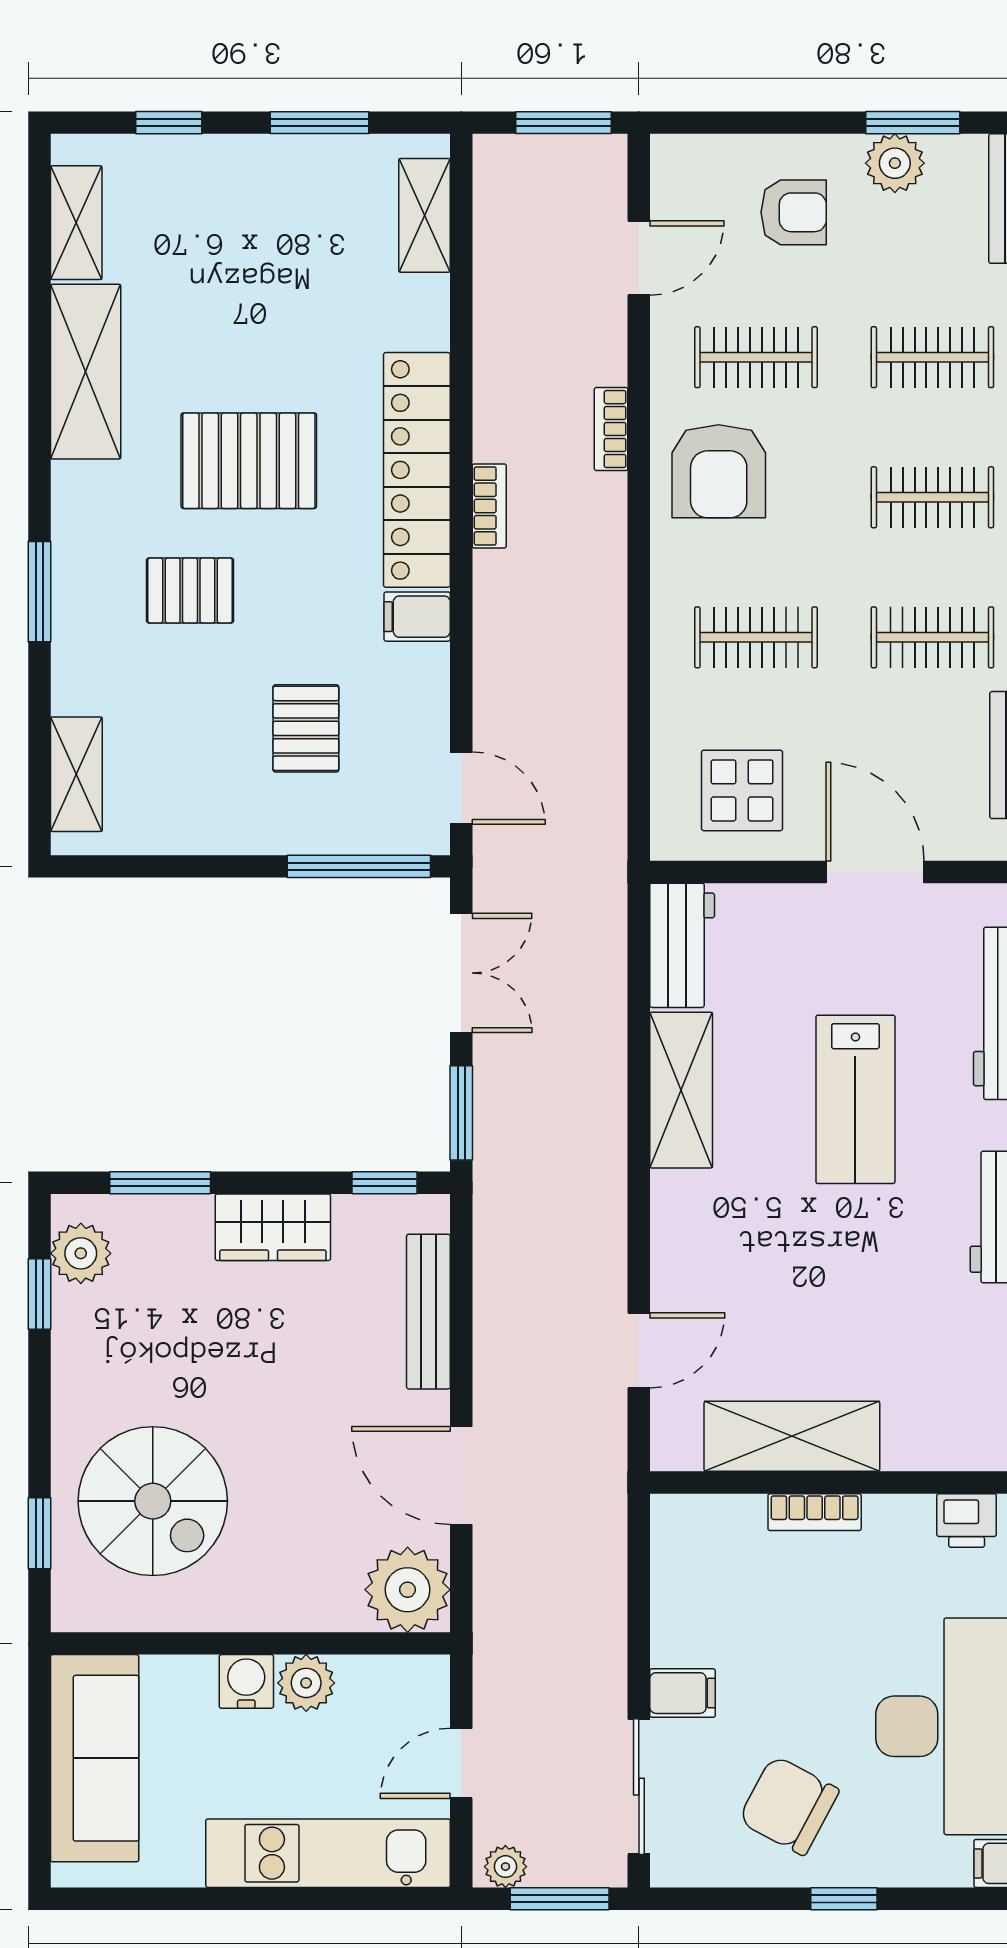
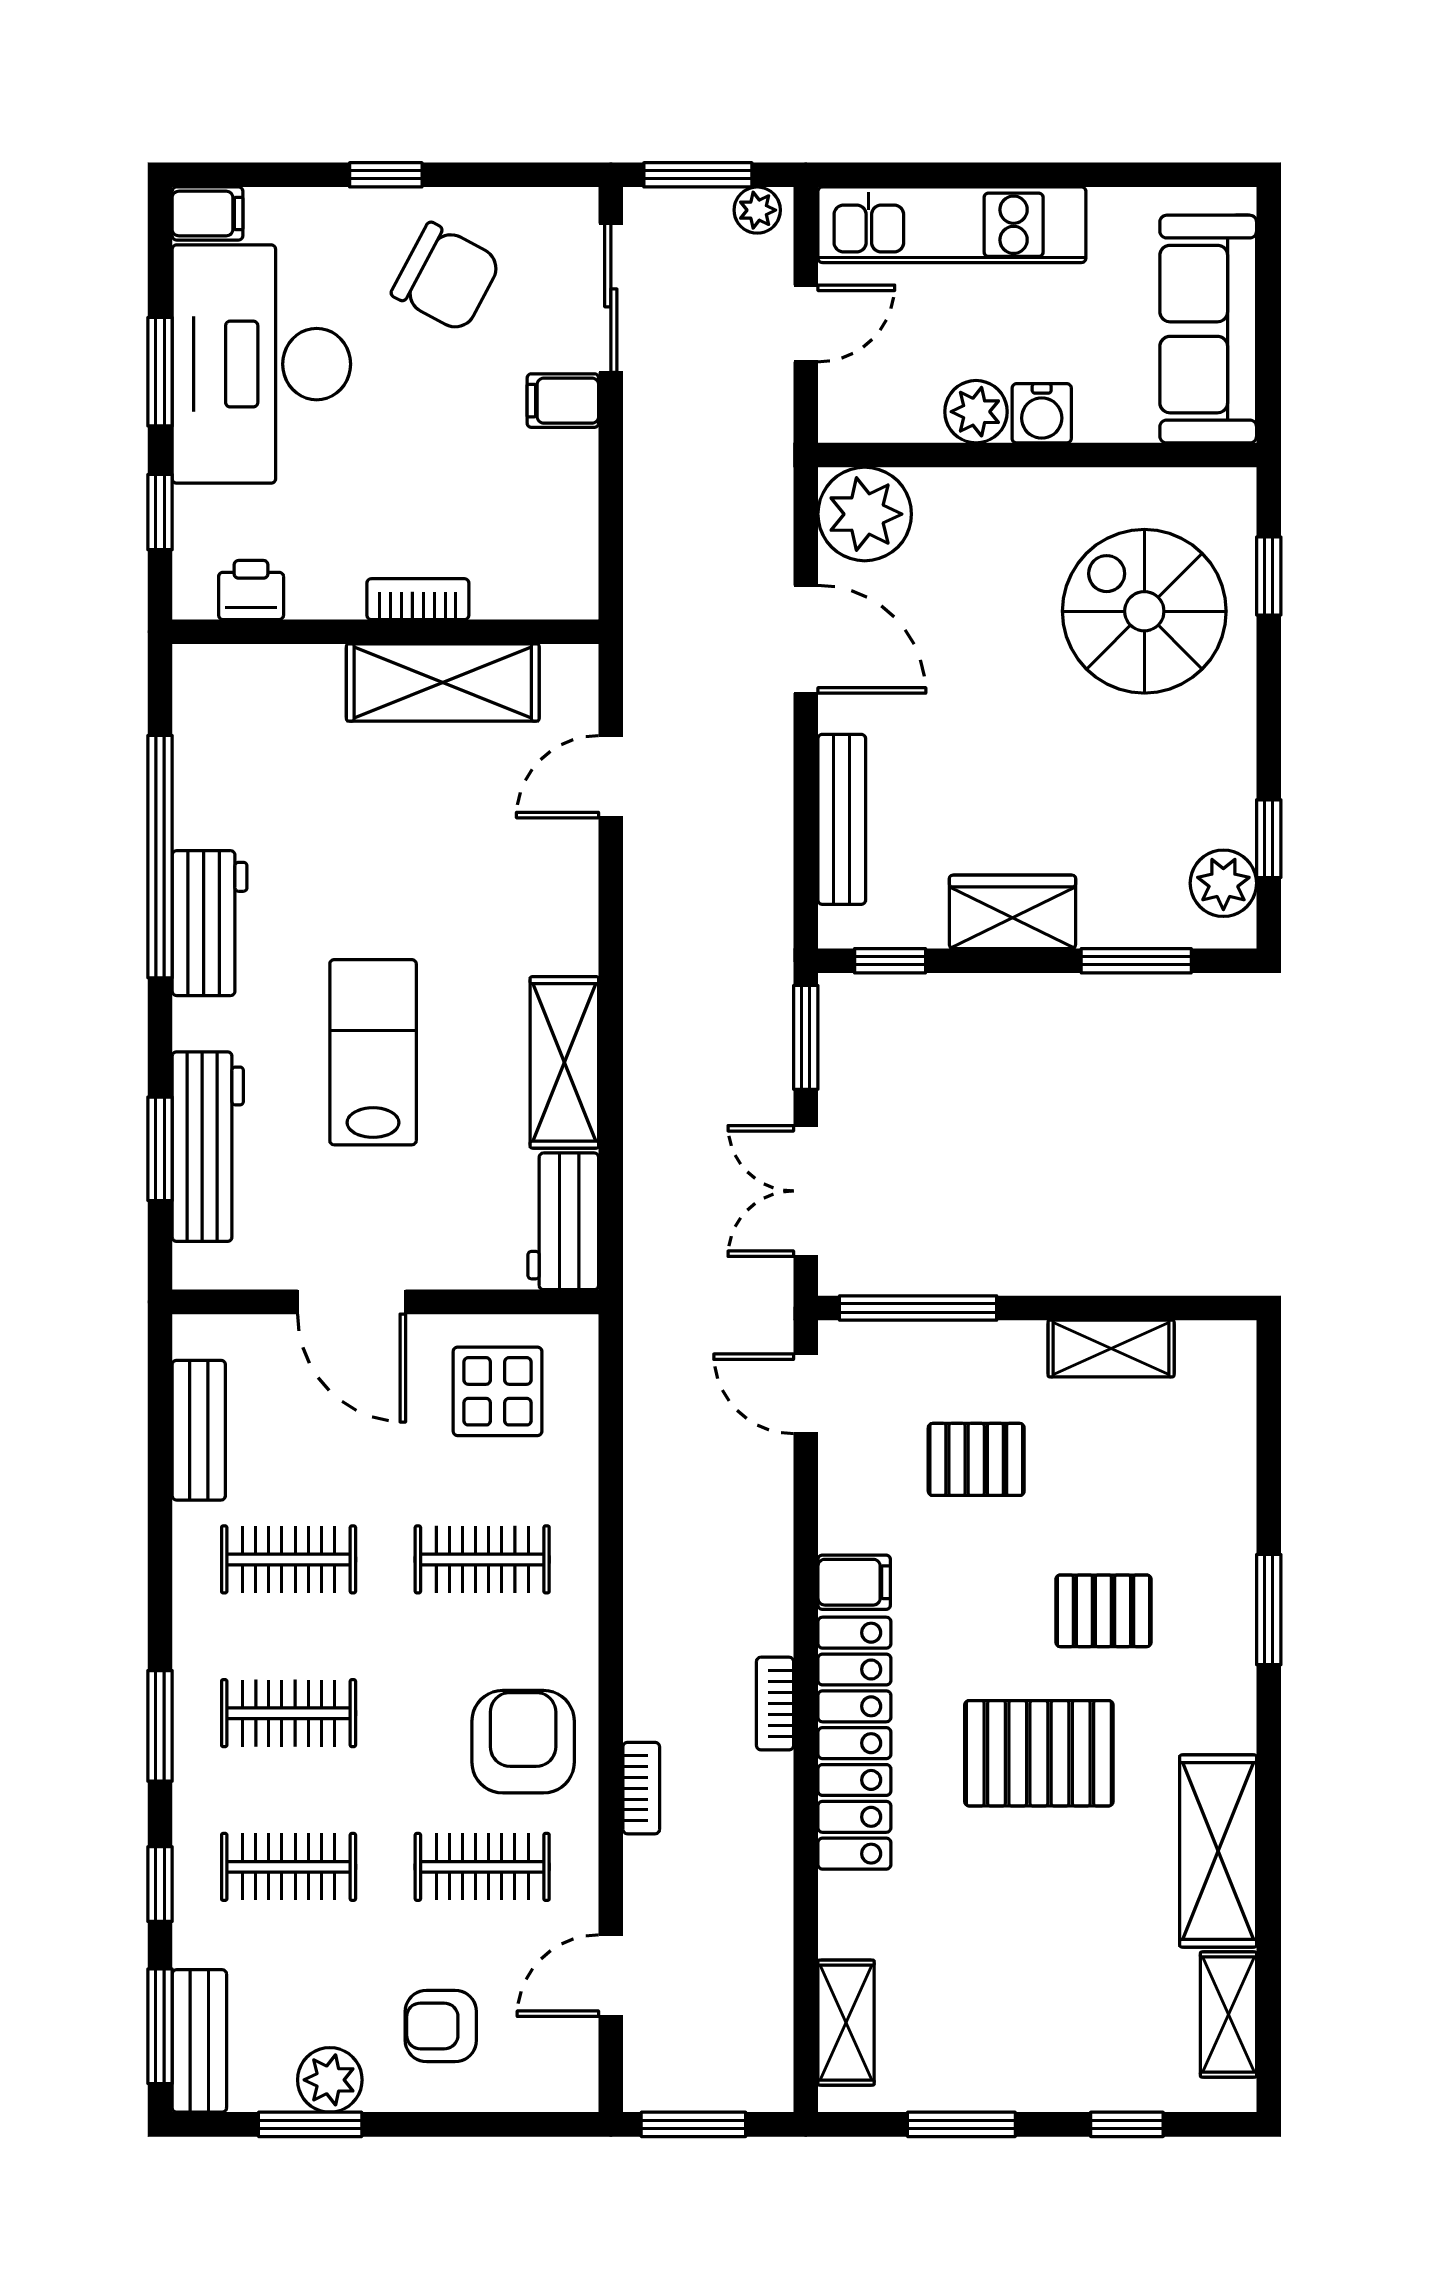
pallet: (306, 728) -> (976, 1459), turned 90
shelving: (76, 774) -> (1111, 1349), moved, turned 90

